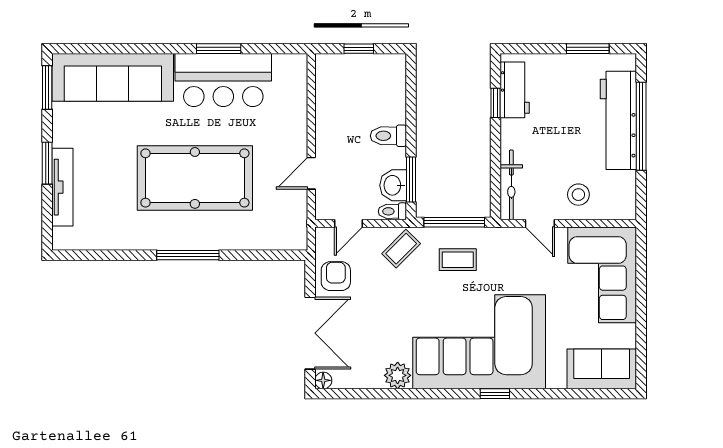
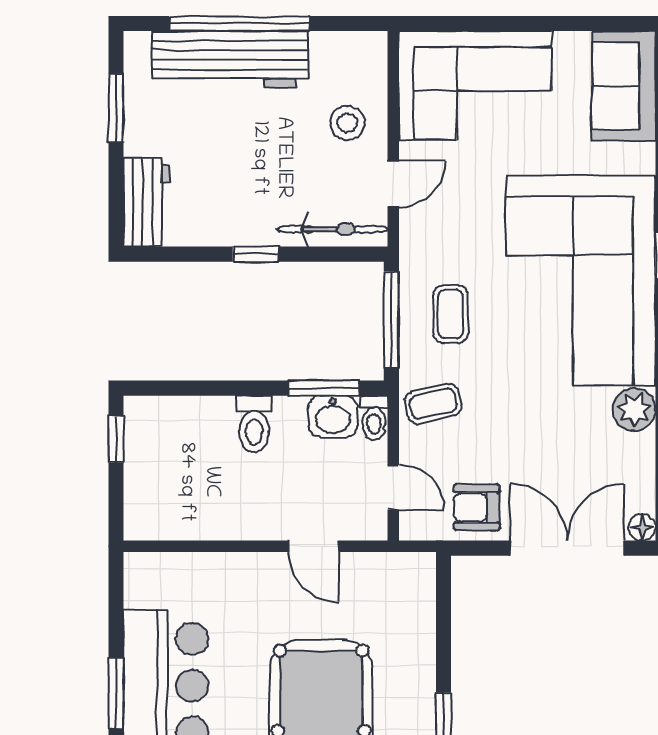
window: (359, 49) -> (116, 439), moved
workbench: (515, 90) -> (146, 202), moved, turned 90
window: (496, 103) -> (256, 254), moved
coffee table: (401, 249) -> (433, 404), turned -58

